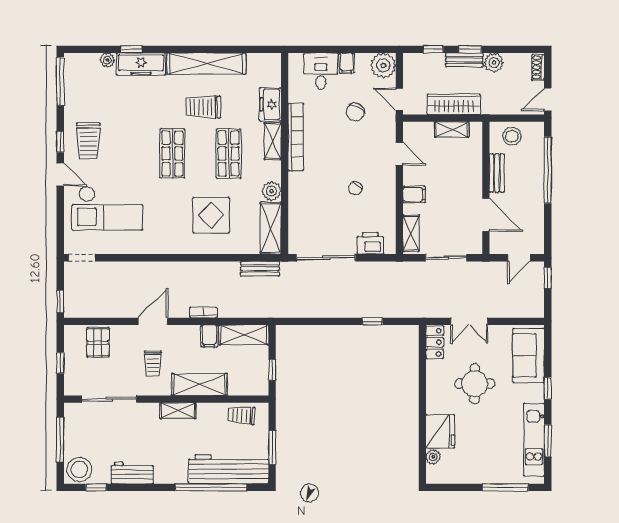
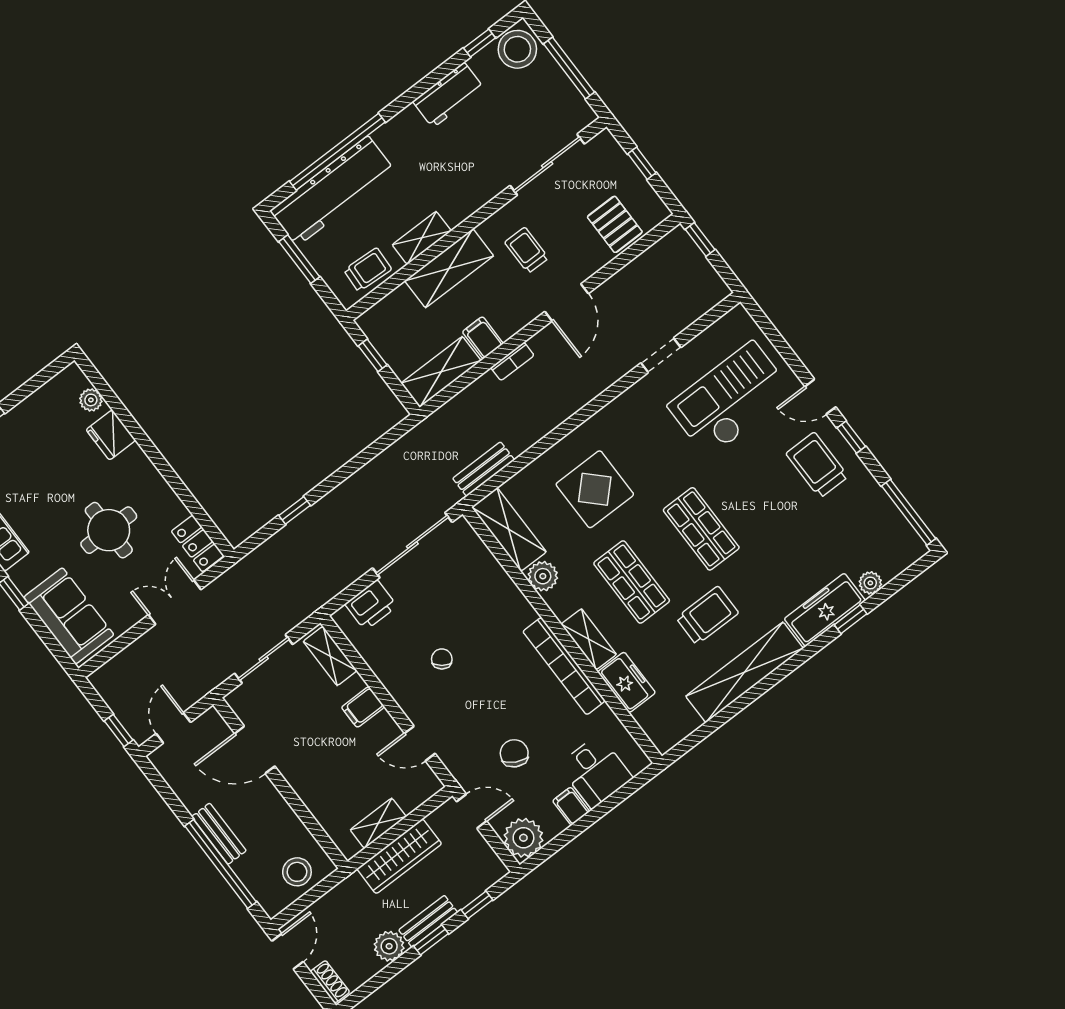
bench: (497, 173) -> (219, 834), moved
doorway: (82, 258) -> (661, 355), moved
shelving: (178, 411) -> (422, 238), moved
fridge: (440, 431) -> (111, 435), width x0.73, depth x0.75

